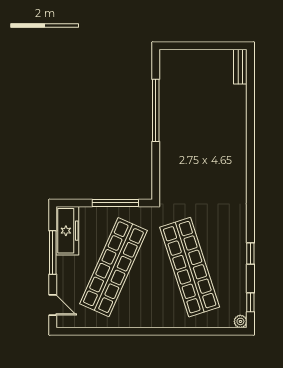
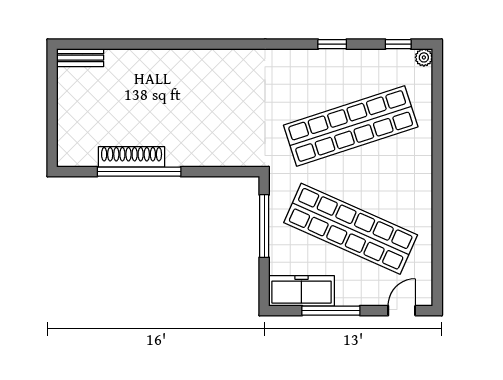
shoe rack: (167, 105) -> (132, 157), added

